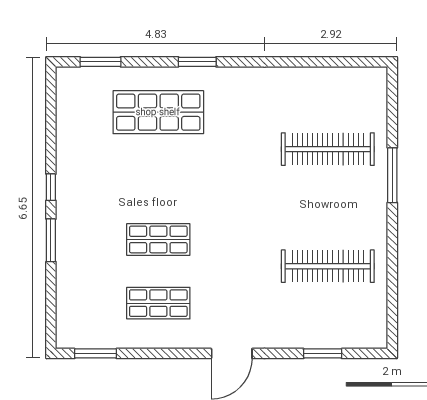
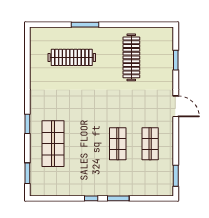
clothes rail: (328, 149) -> (72, 57), turned 90

